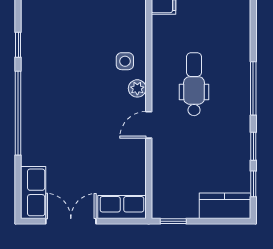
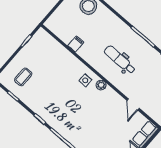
door: (149, 125) -> (133, 104), moved

